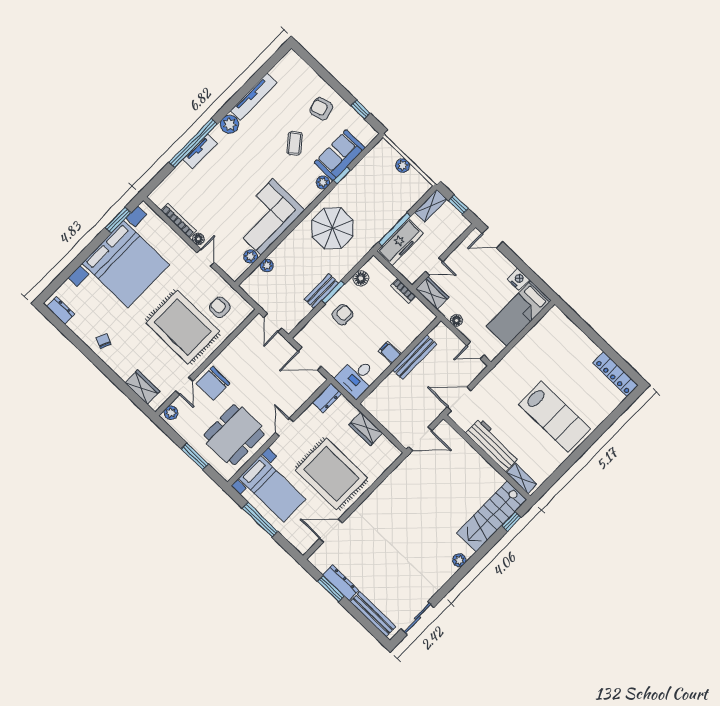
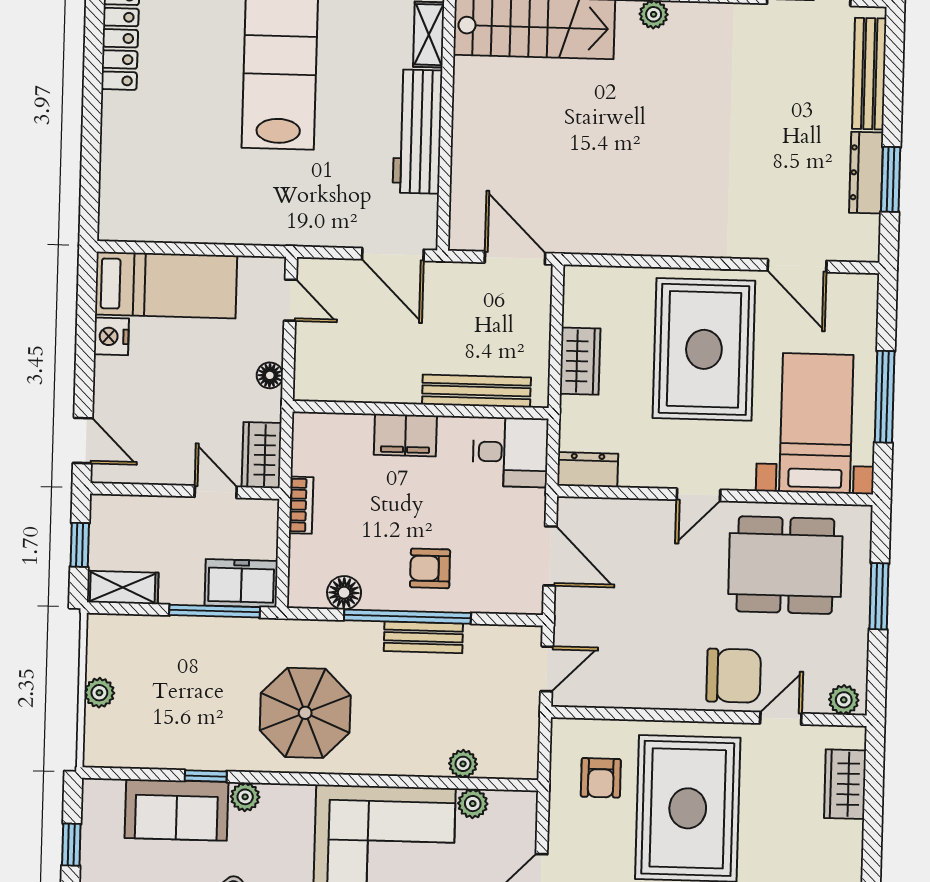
freezer: (400, 242) -> (241, 583), width x0.71
window: (333, 292) -> (407, 617), width x2.11
filing cabinet: (390, 352) -> (405, 435), width x2.00
bench: (415, 357) -> (476, 391), moved

